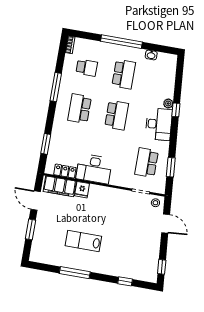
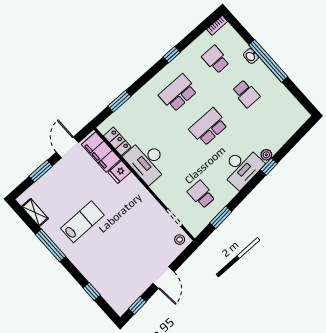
washbasin: (151, 55) -> (251, 56), moved
school desk: (87, 68) -> (216, 59), turned 180
school desk: (124, 74) -> (246, 94), width x0.54
window: (56, 87) -> (172, 55), width x0.46
school desk: (117, 115) -> (208, 127), turned 180
school desk: (146, 162) -> (201, 195), width x0.54
door: (166, 224) -> (164, 278), moved
lab bench: (83, 241) -> (82, 222), turned 90
shelving: (48, 259) -> (35, 213), added

